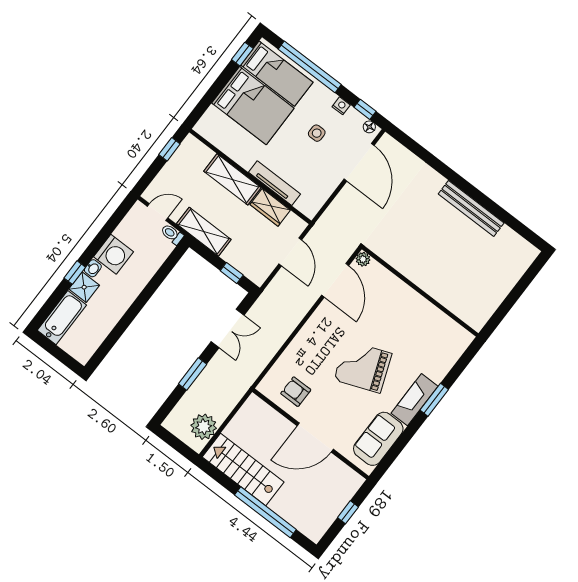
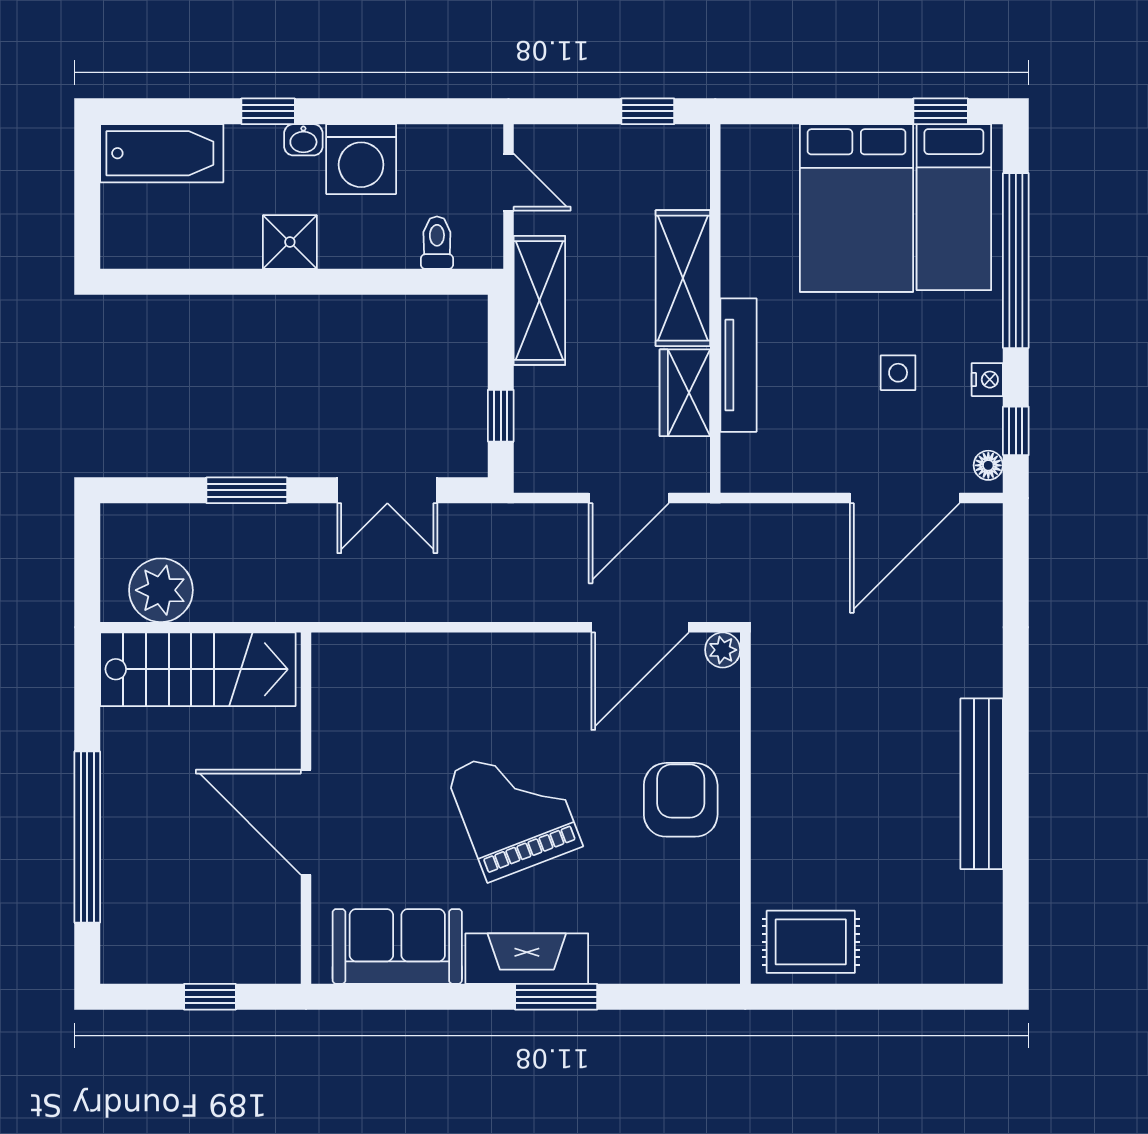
toilet: (172, 234) -> (437, 243), moved
shower: (84, 287) -> (290, 242), moved
rug: (480, 303) -> (811, 942), added
armchair: (296, 392) -> (681, 800), moved, width x1.38, depth x1.38
stairs: (243, 469) -> (198, 669), moved, turned 90

